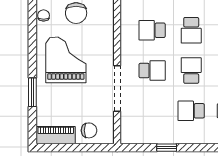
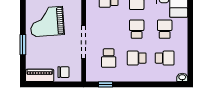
grand piano: (66, 60) -> (47, 22), turned -94
school desk: (152, 71) -> (109, 58), moved, turned 90
window: (167, 148) -> (106, 84), moved

